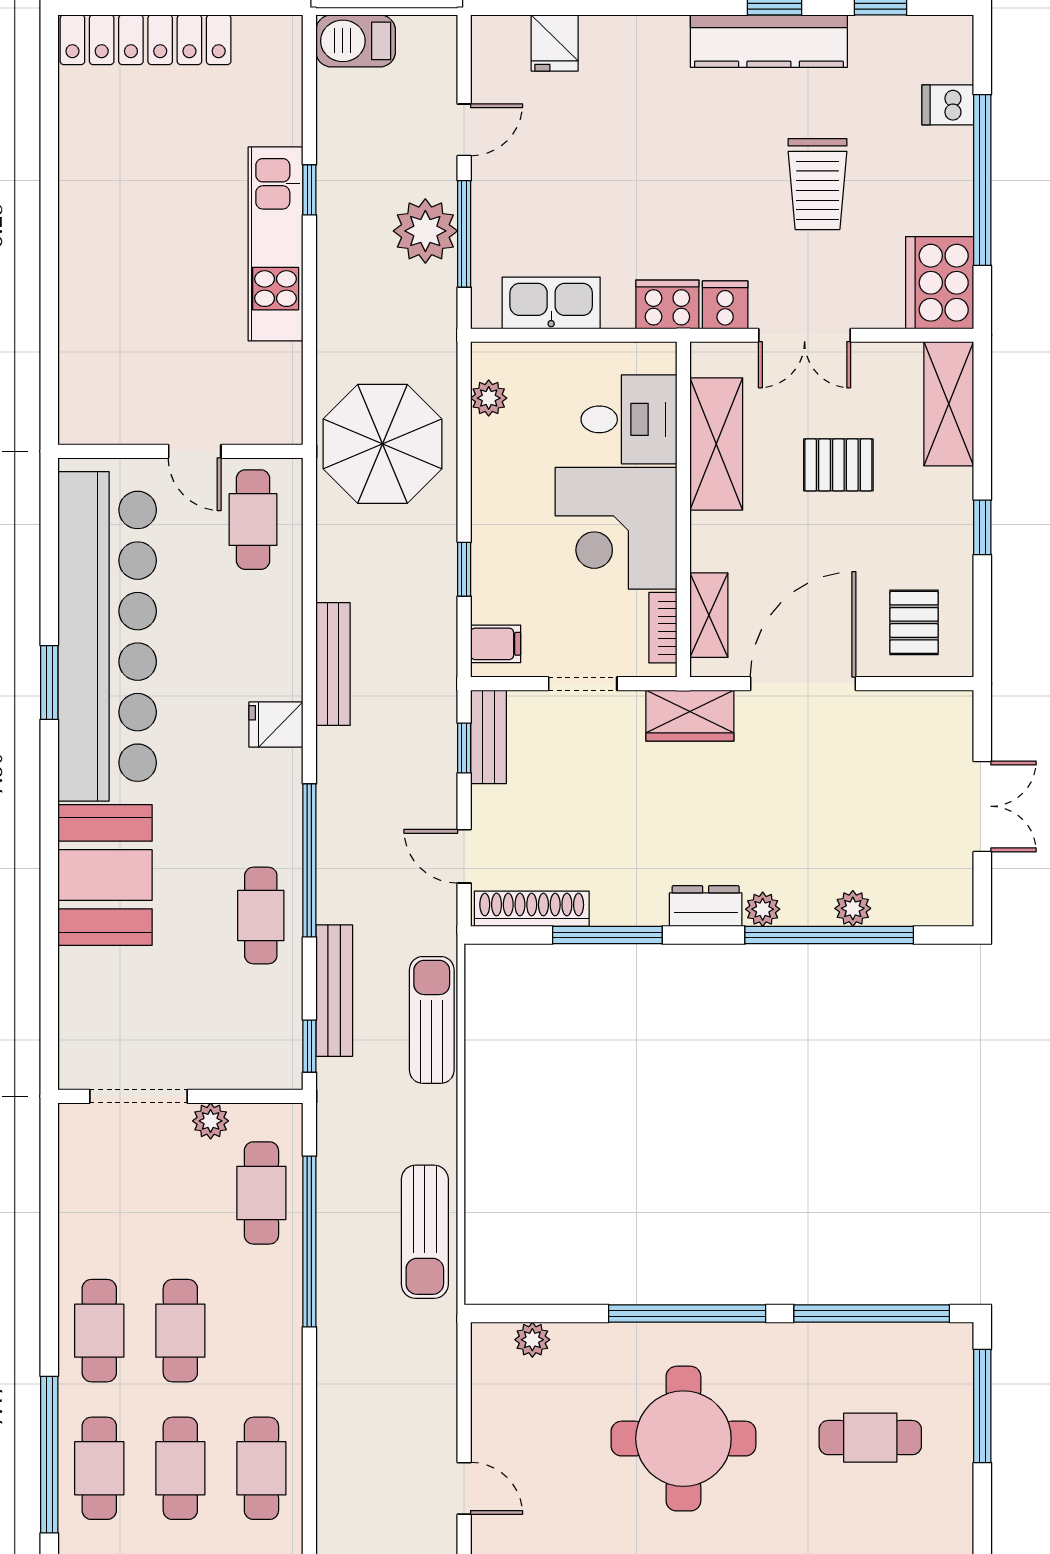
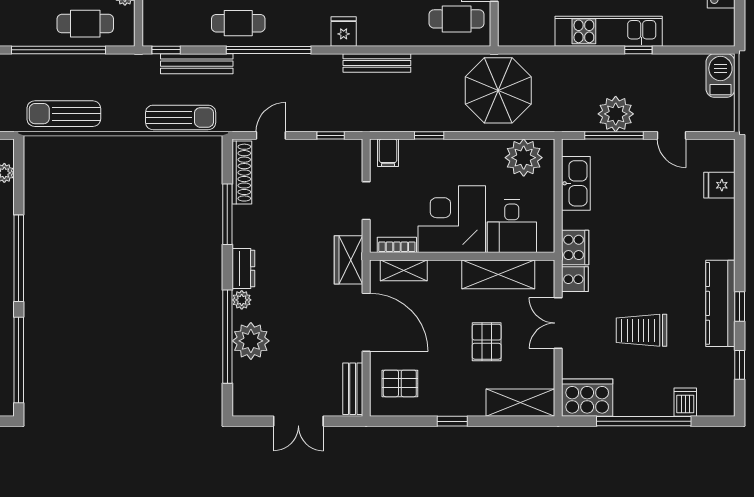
plant: (489, 398) -> (524, 158), width x1.87, depth x1.87
bench: (488, 737) -> (353, 389), moved, turned 90
plant: (853, 908) -> (251, 341), width x1.88, depth x1.88

